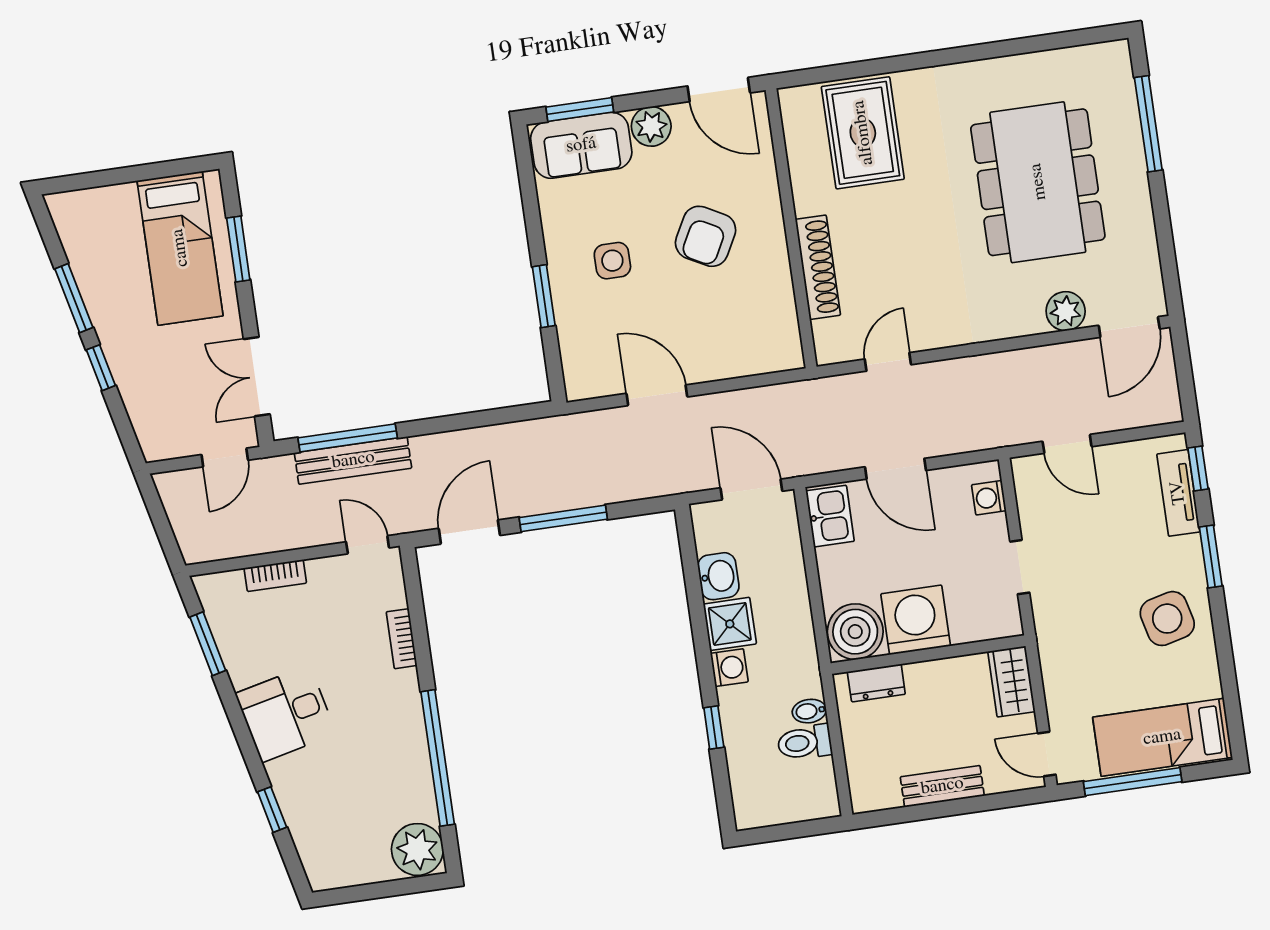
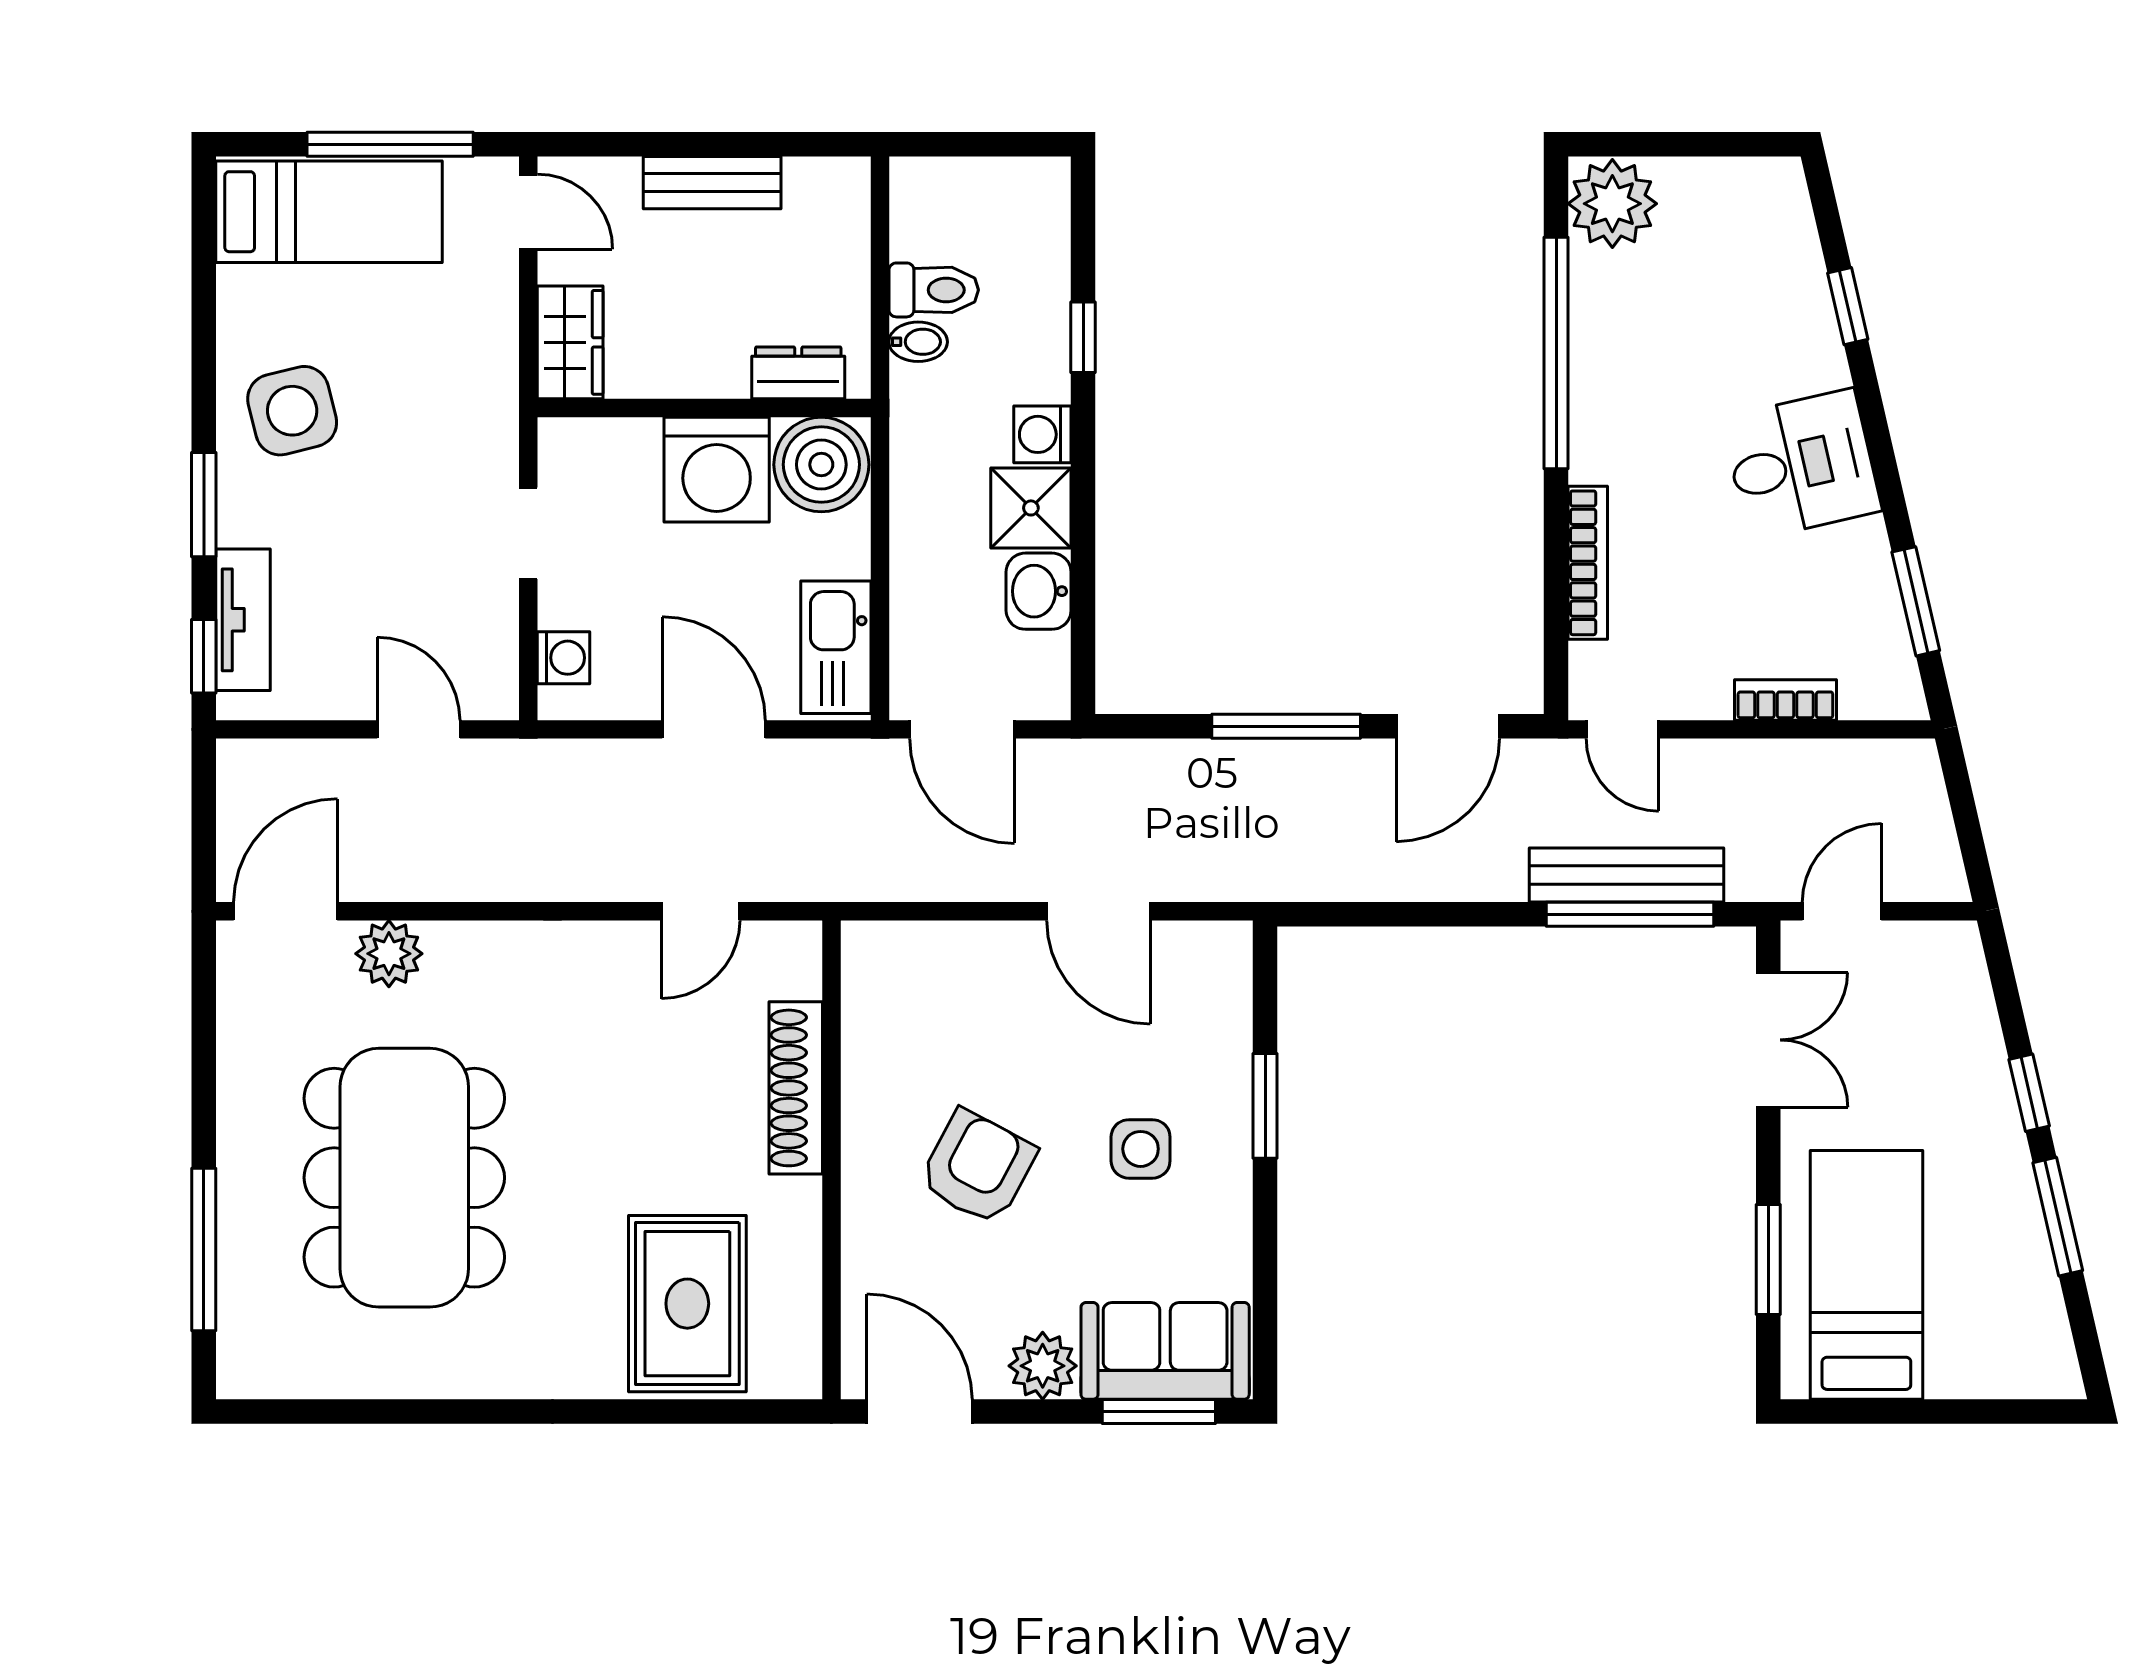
kitchen sink: (830, 516) -> (836, 647), width x1.38
bookcase: (402, 639) -> (1588, 563), width x1.56

